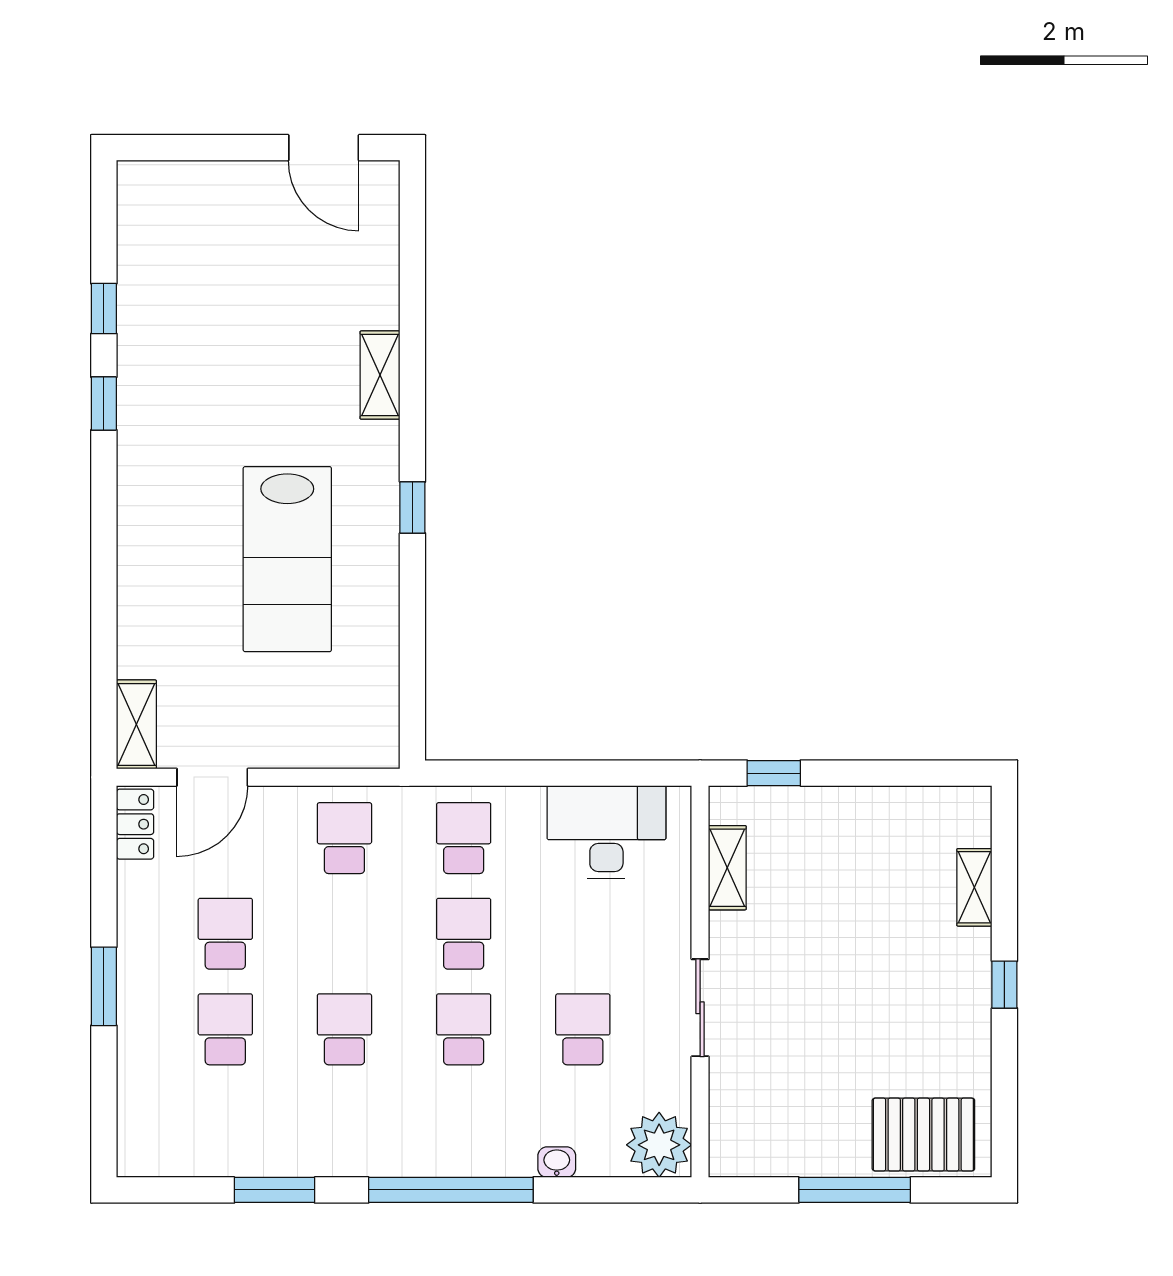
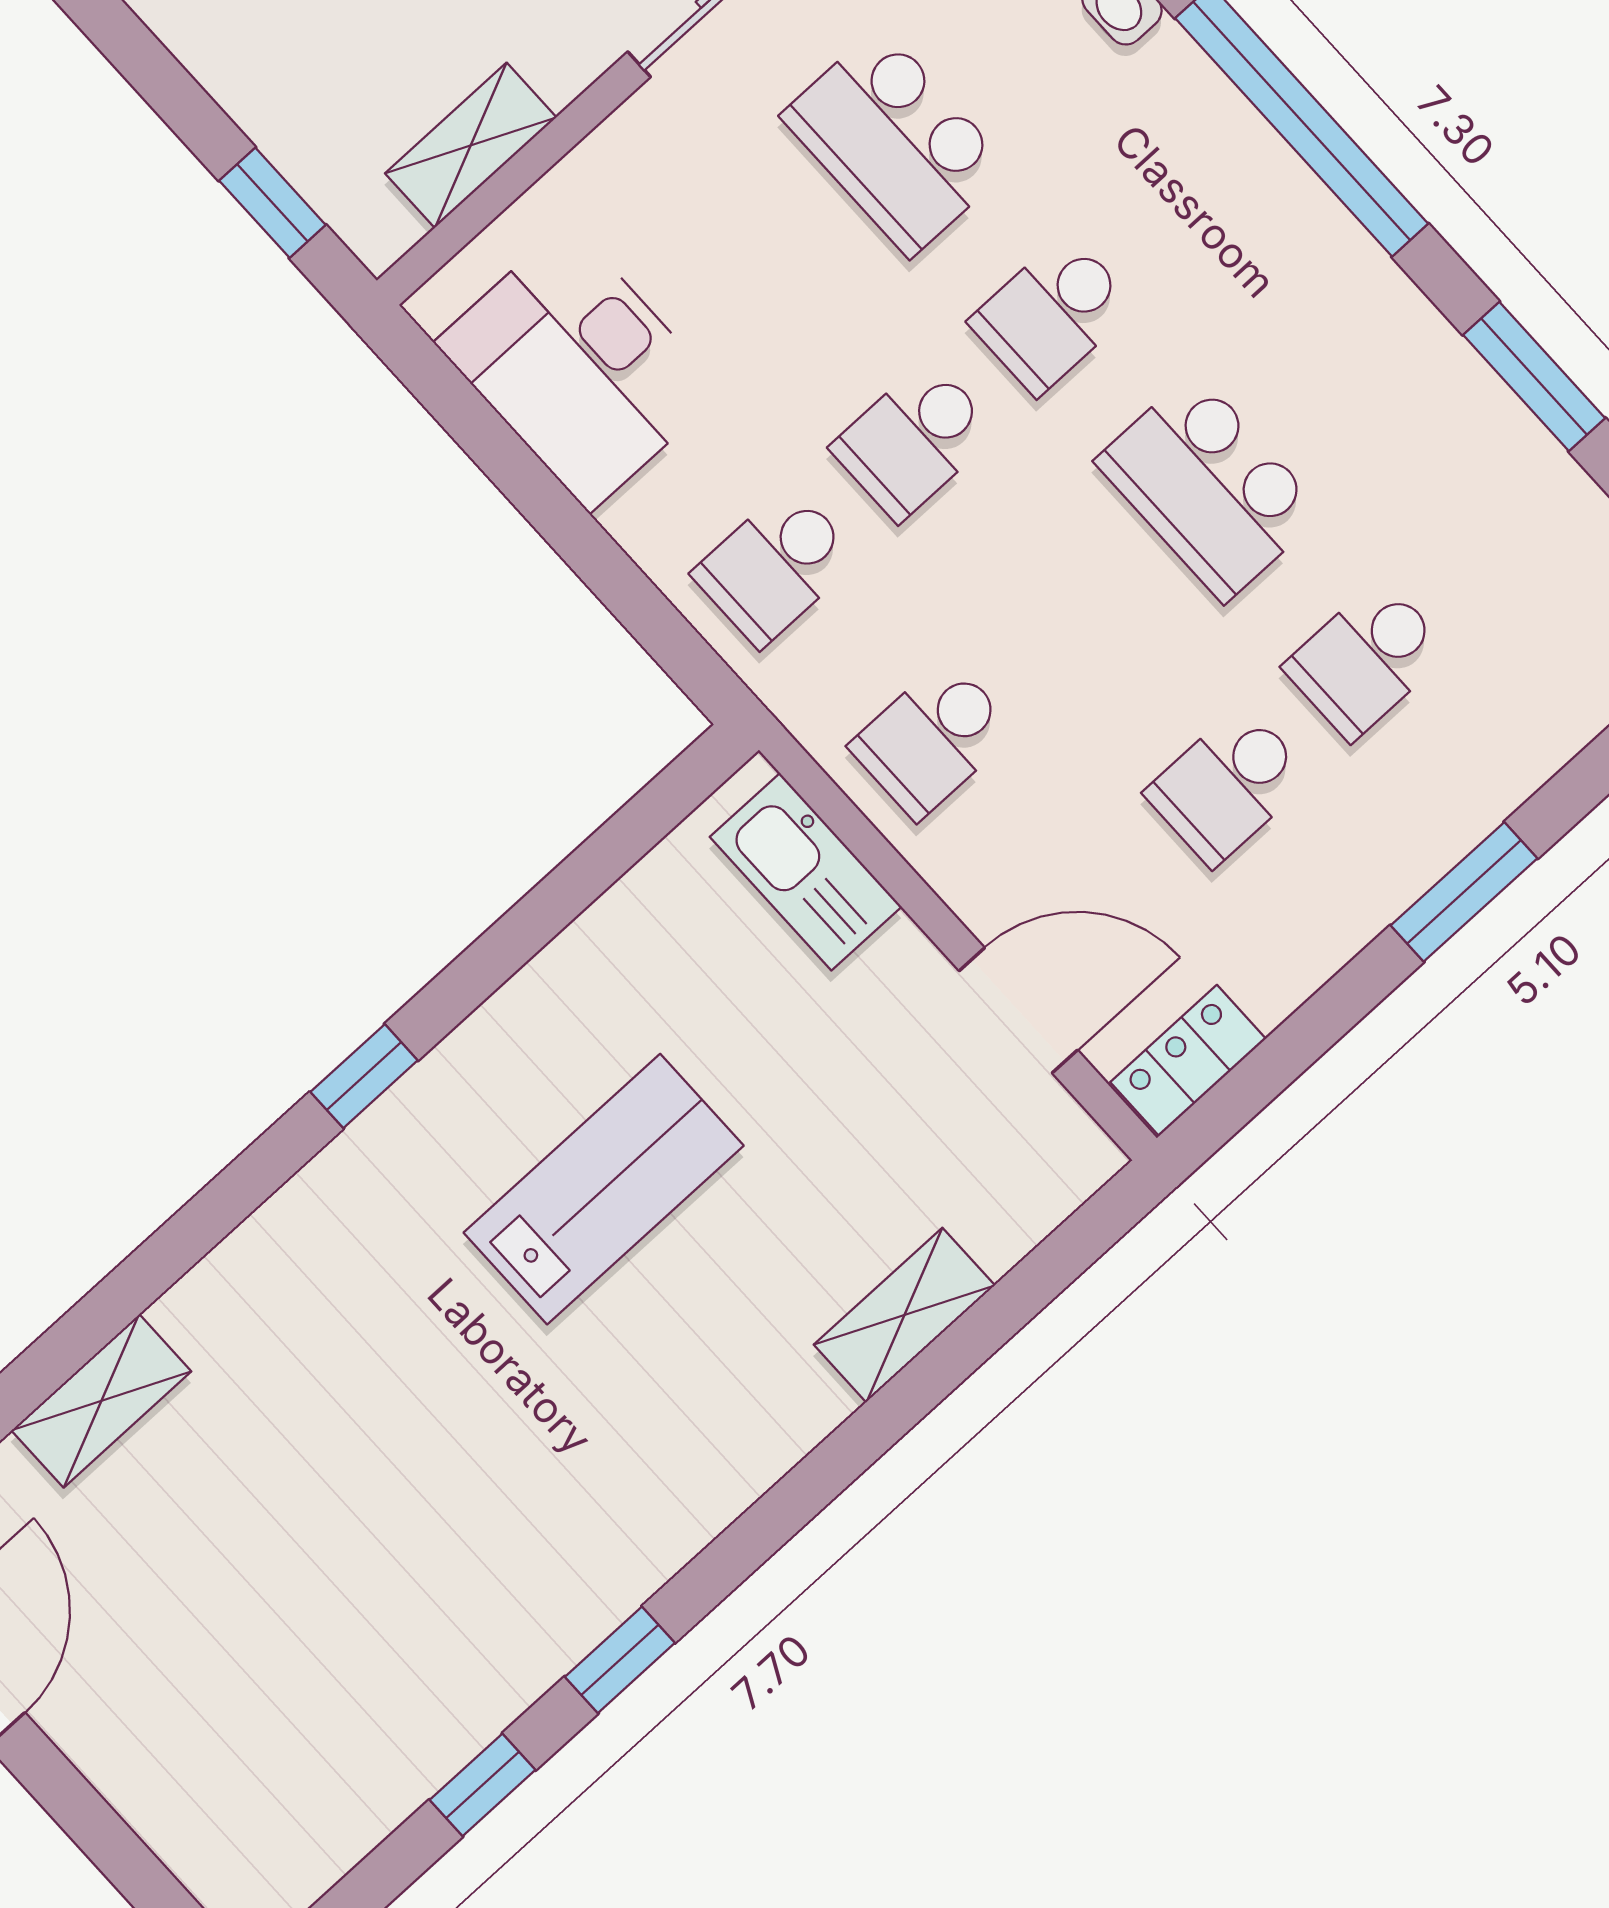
shelving: (380, 375) -> (101, 1401), moved
lab bench: (287, 559) -> (604, 1189), width x0.73, depth x0.72
shelving: (136, 724) -> (904, 1315), moved
kitchen sink: (338, 745) -> (806, 872), added
school desk: (344, 1029) -> (1209, 487), width x1.85
school desk: (583, 1029) -> (895, 142), width x1.85

